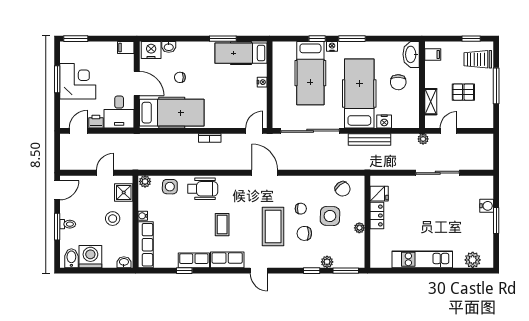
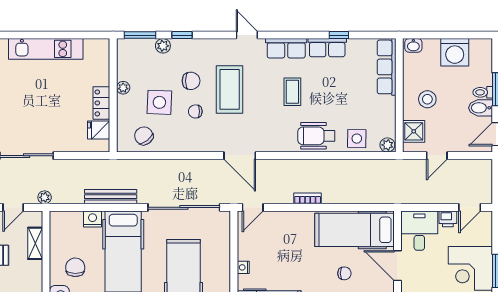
water cooler: (143, 216) -> (390, 103), removed
bidet: (71, 258) -> (480, 108), moved, turned 90

